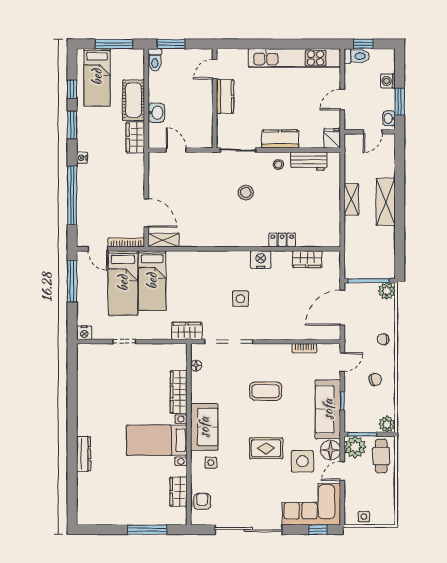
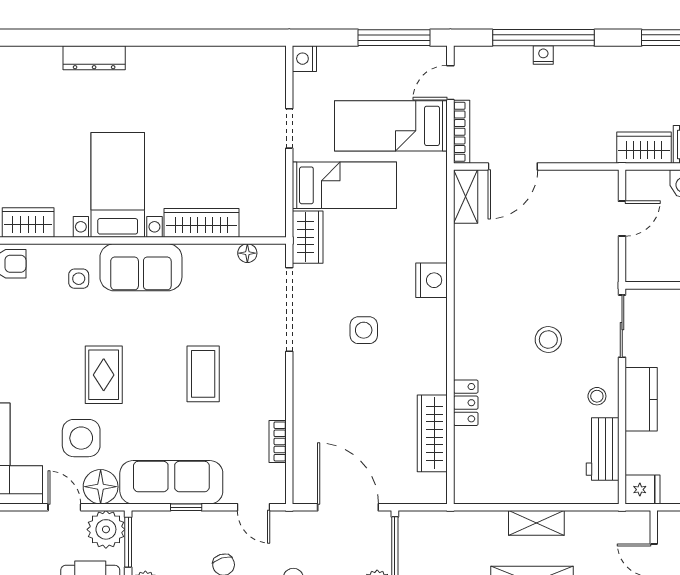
nightstand: (82, 158) -> (543, 55), moved
wardrobe: (307, 259) -> (432, 433), width x1.50
nightstand: (261, 260) -> (432, 280), moved
bed: (152, 281) -> (344, 185), moved, turned 180

